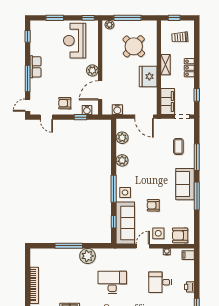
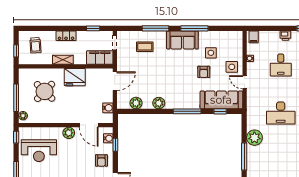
side table: (125, 192) -> (211, 53), moved
armchair: (180, 235) -> (234, 45), removed
desk: (112, 282) -> (281, 113), turned -90

